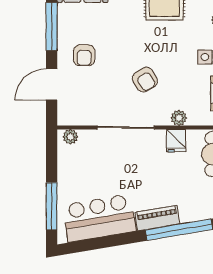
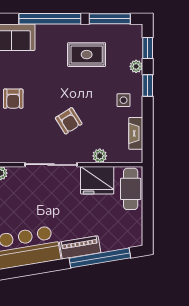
fridge: (176, 141) -> (97, 180), width x1.88, depth x1.34

